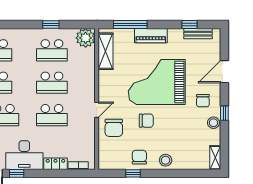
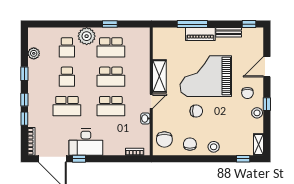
window: (130, 24) -> (192, 24), moved
window: (189, 24) -> (249, 24), moved
bench: (198, 34) -> (229, 32), moved
plant: (86, 38) -> (87, 36), moved
shelving: (106, 51) -> (159, 76), moved
chair: (114, 128) -> (164, 139), moved
washbasin: (90, 129) -> (145, 118), added
locker: (55, 164) -> (114, 150), removed
window: (133, 173) -> (243, 159), moved

